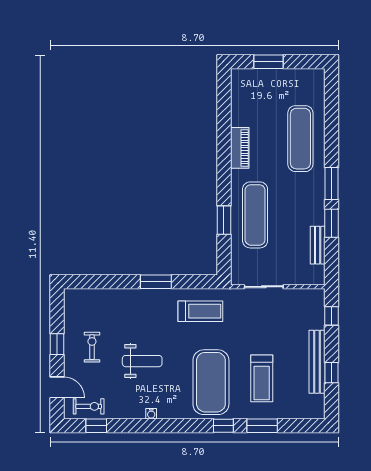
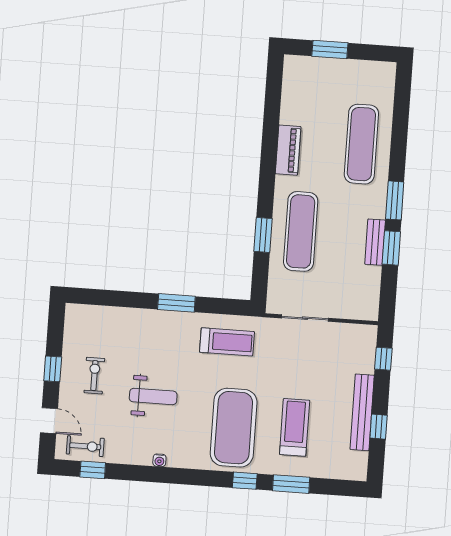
bench: (318, 245) -> (375, 242), moved
treadmill: (262, 378) -> (295, 427), turned 180

